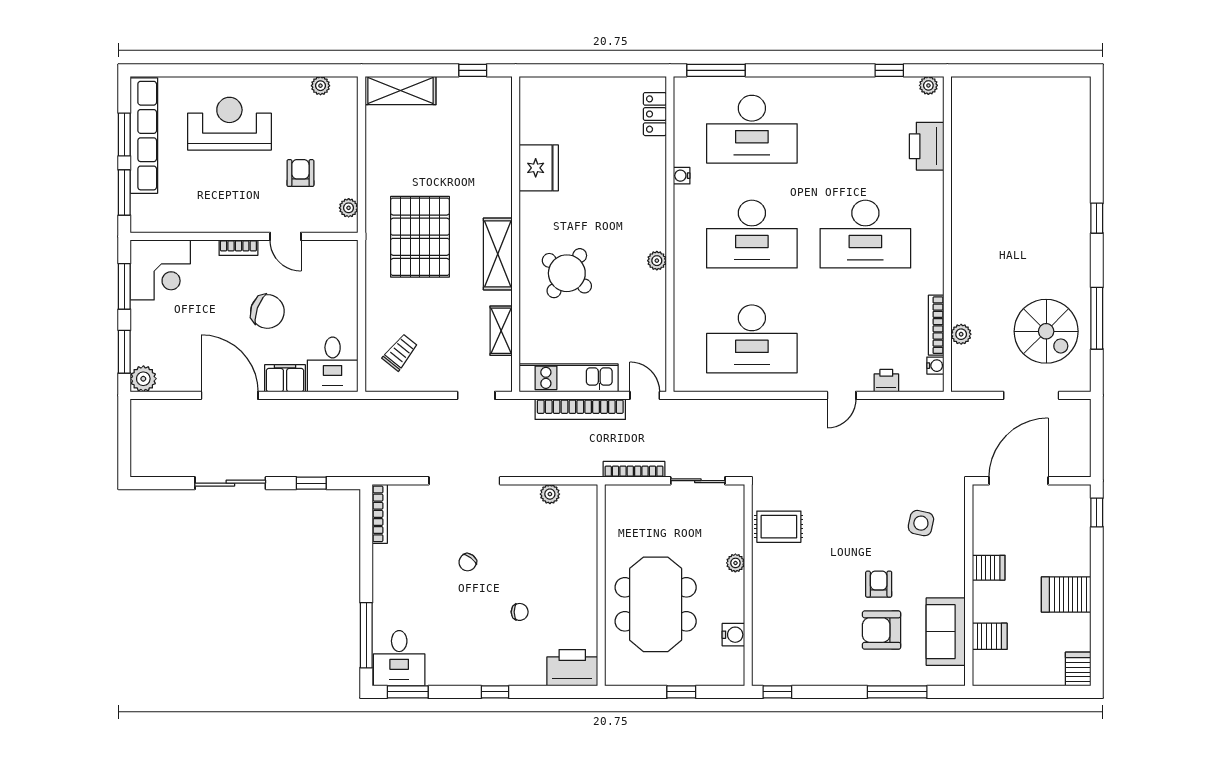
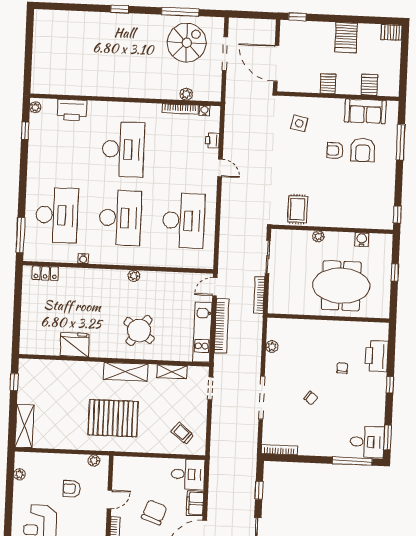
printer: (572, 668) -> (377, 356), moved

